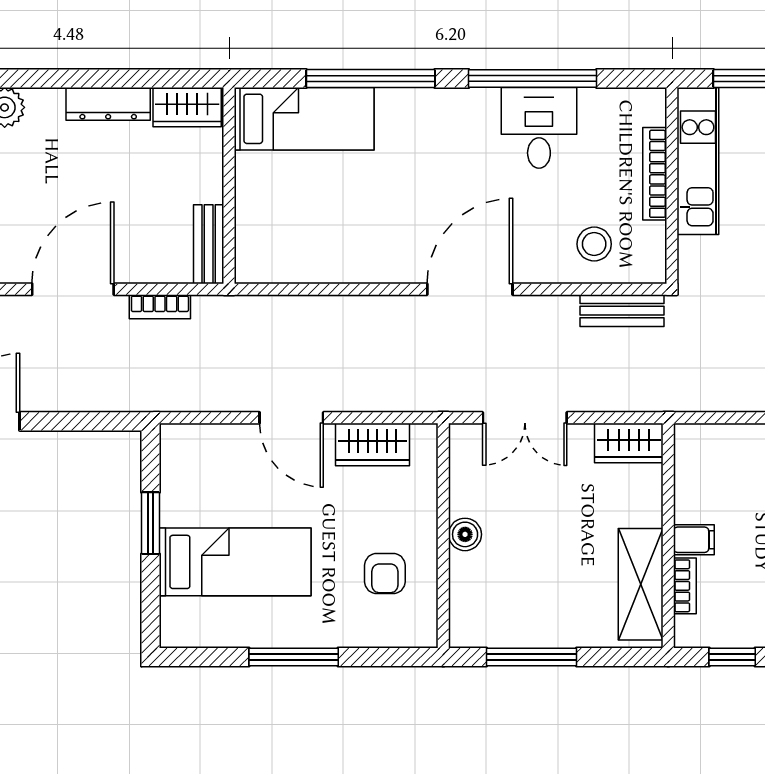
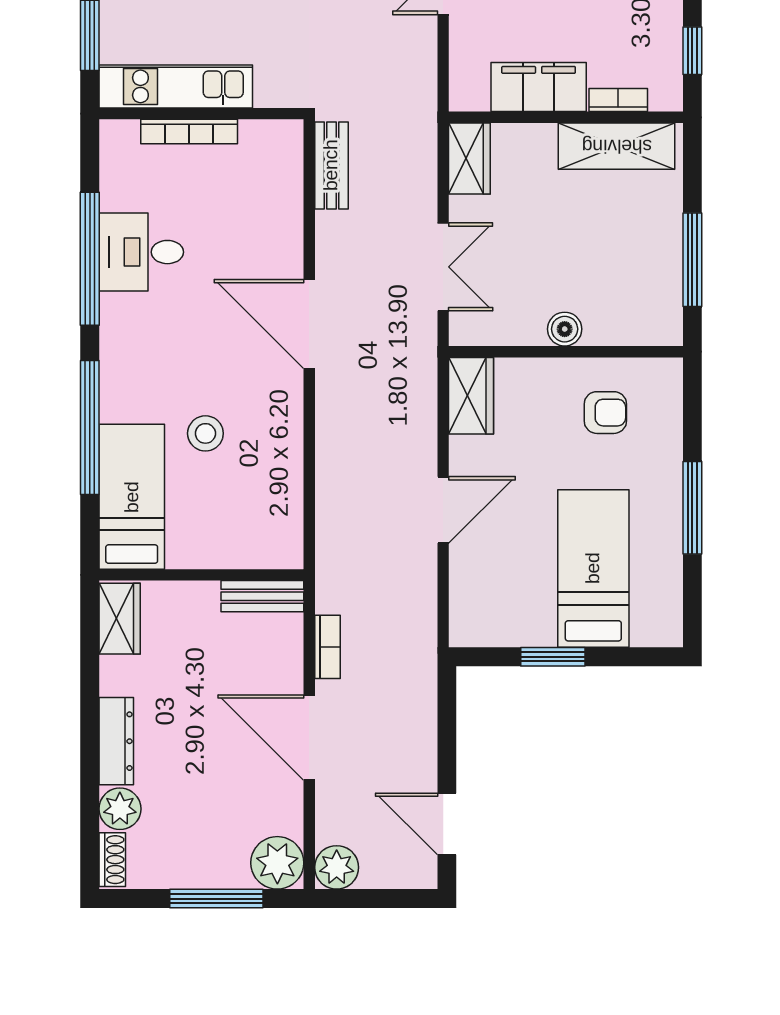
dresser: (108, 104) -> (116, 741), moved
stool: (594, 244) -> (205, 433), moved
wardrobe: (372, 445) -> (471, 396), moved
filing cabinet: (694, 540) -> (539, 87), width x3.00, depth x1.17

